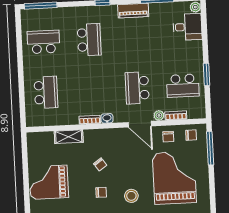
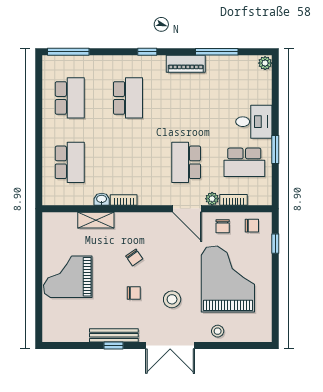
desk: (187, 27) -> (254, 122), moved
school desk: (43, 42) -> (70, 98), turned 90
washbasin: (107, 118) -> (102, 199), moved
window: (210, 148) -> (275, 244), width x0.46

